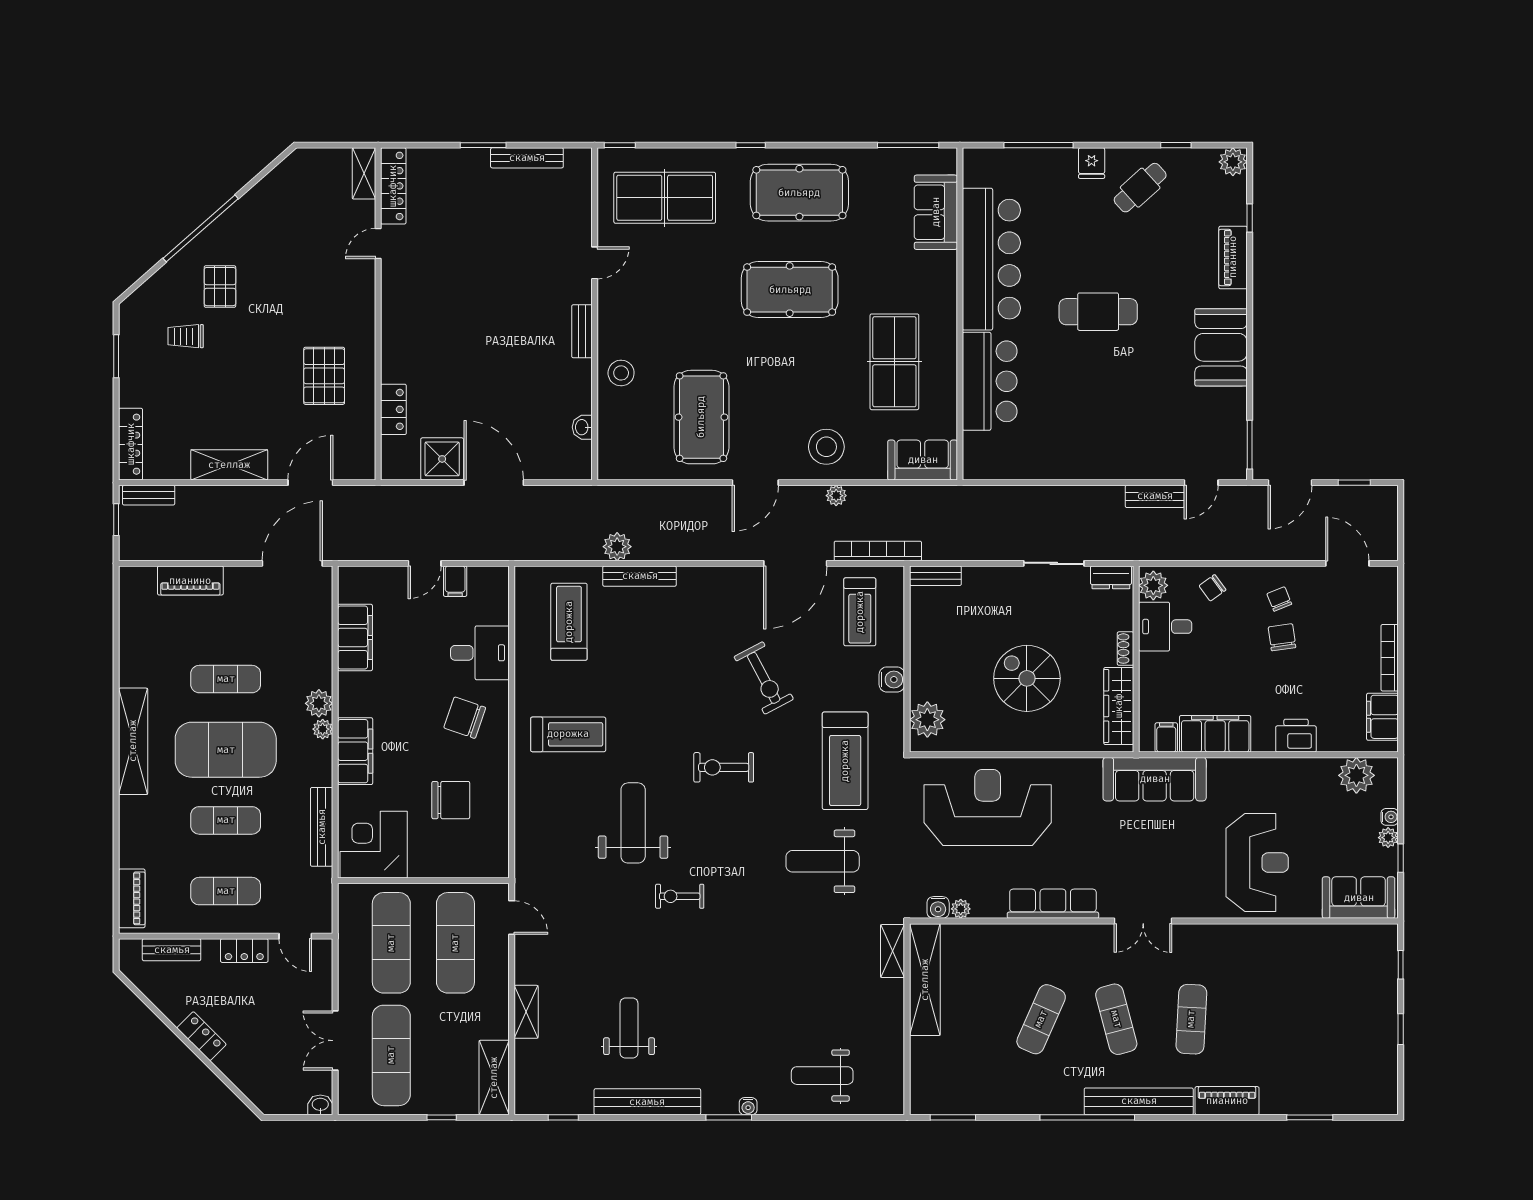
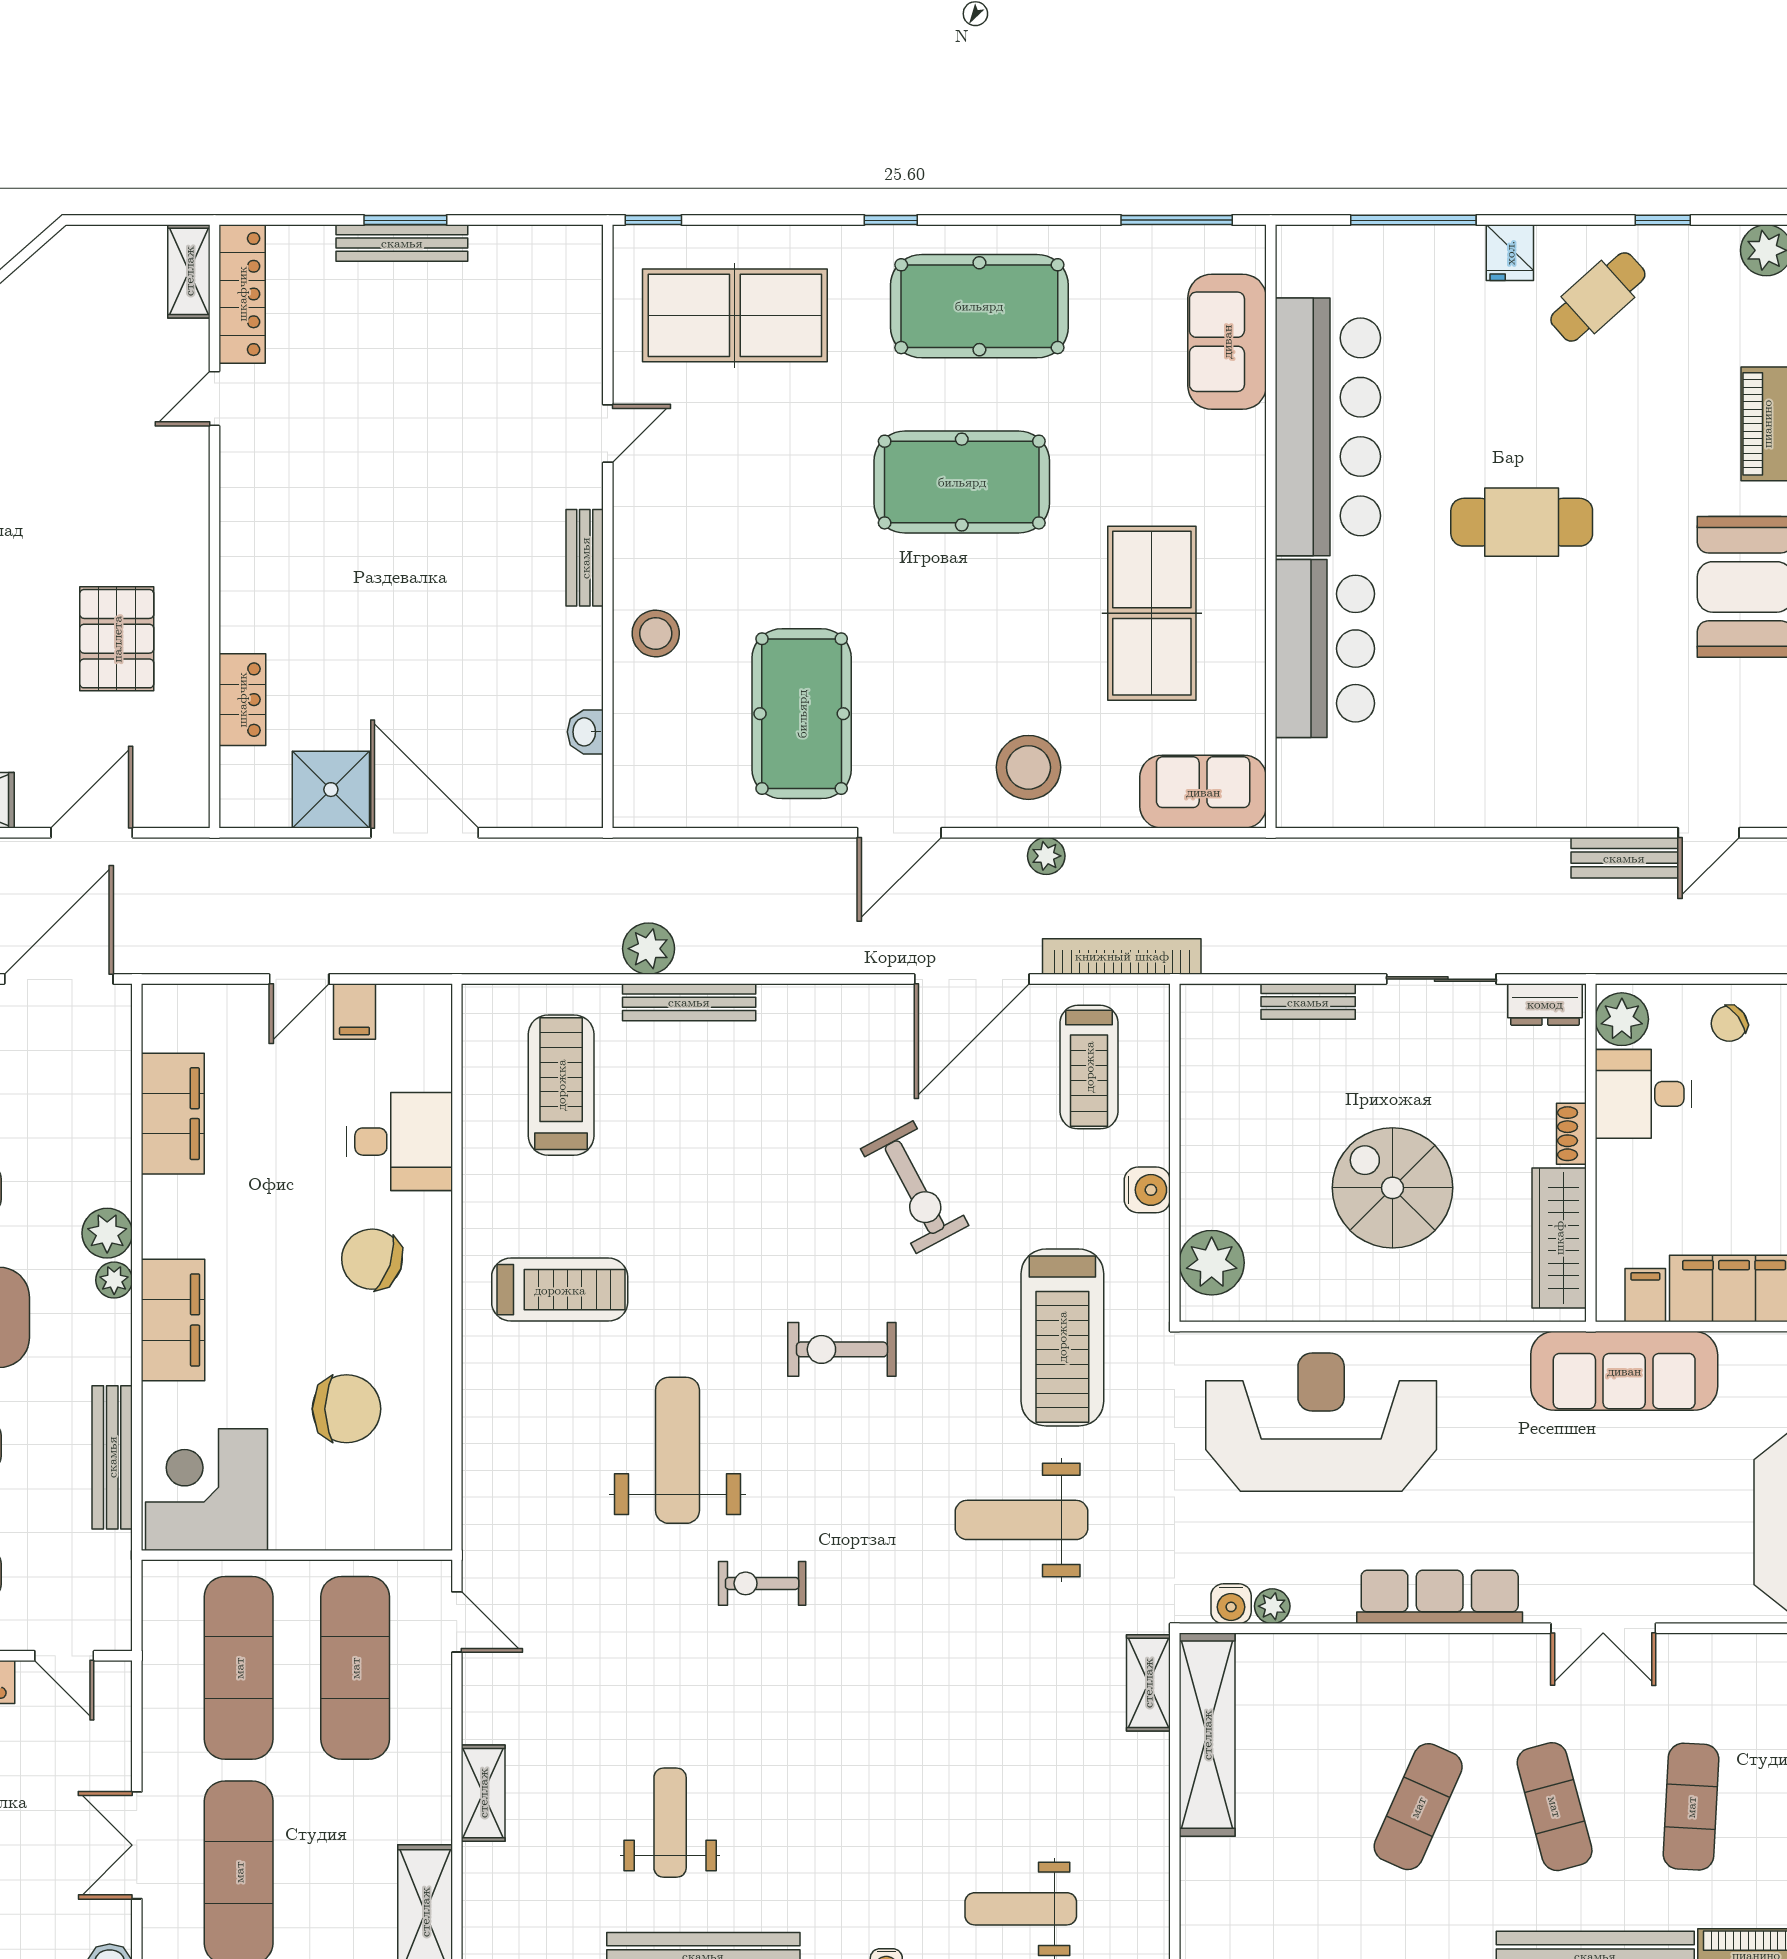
bench: (527, 158) -> (402, 243), moved
bench: (935, 576) -> (1308, 1002), moved

